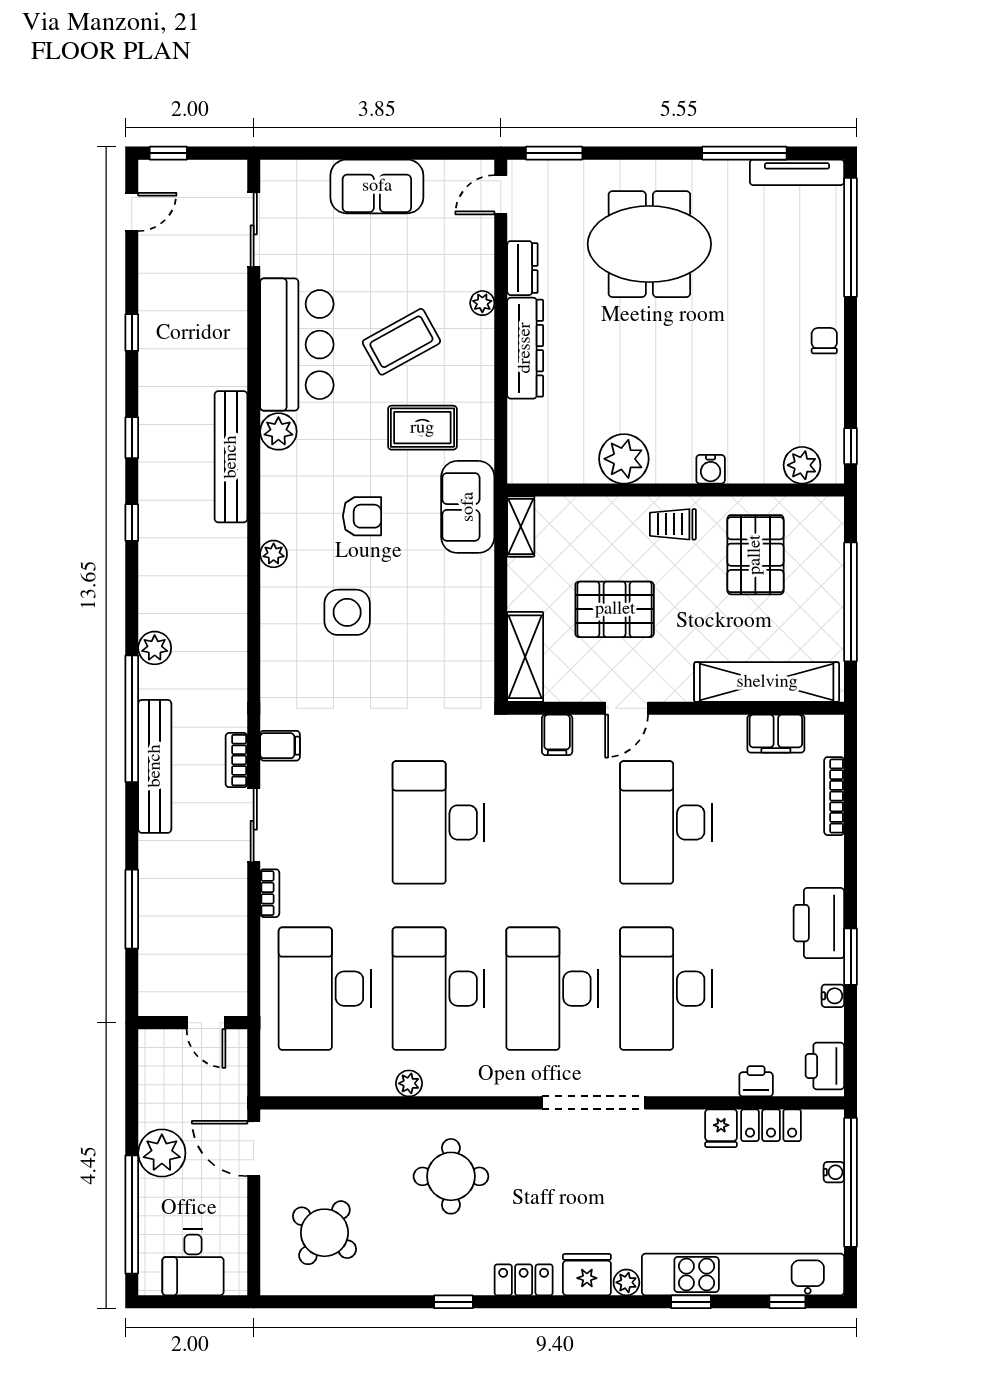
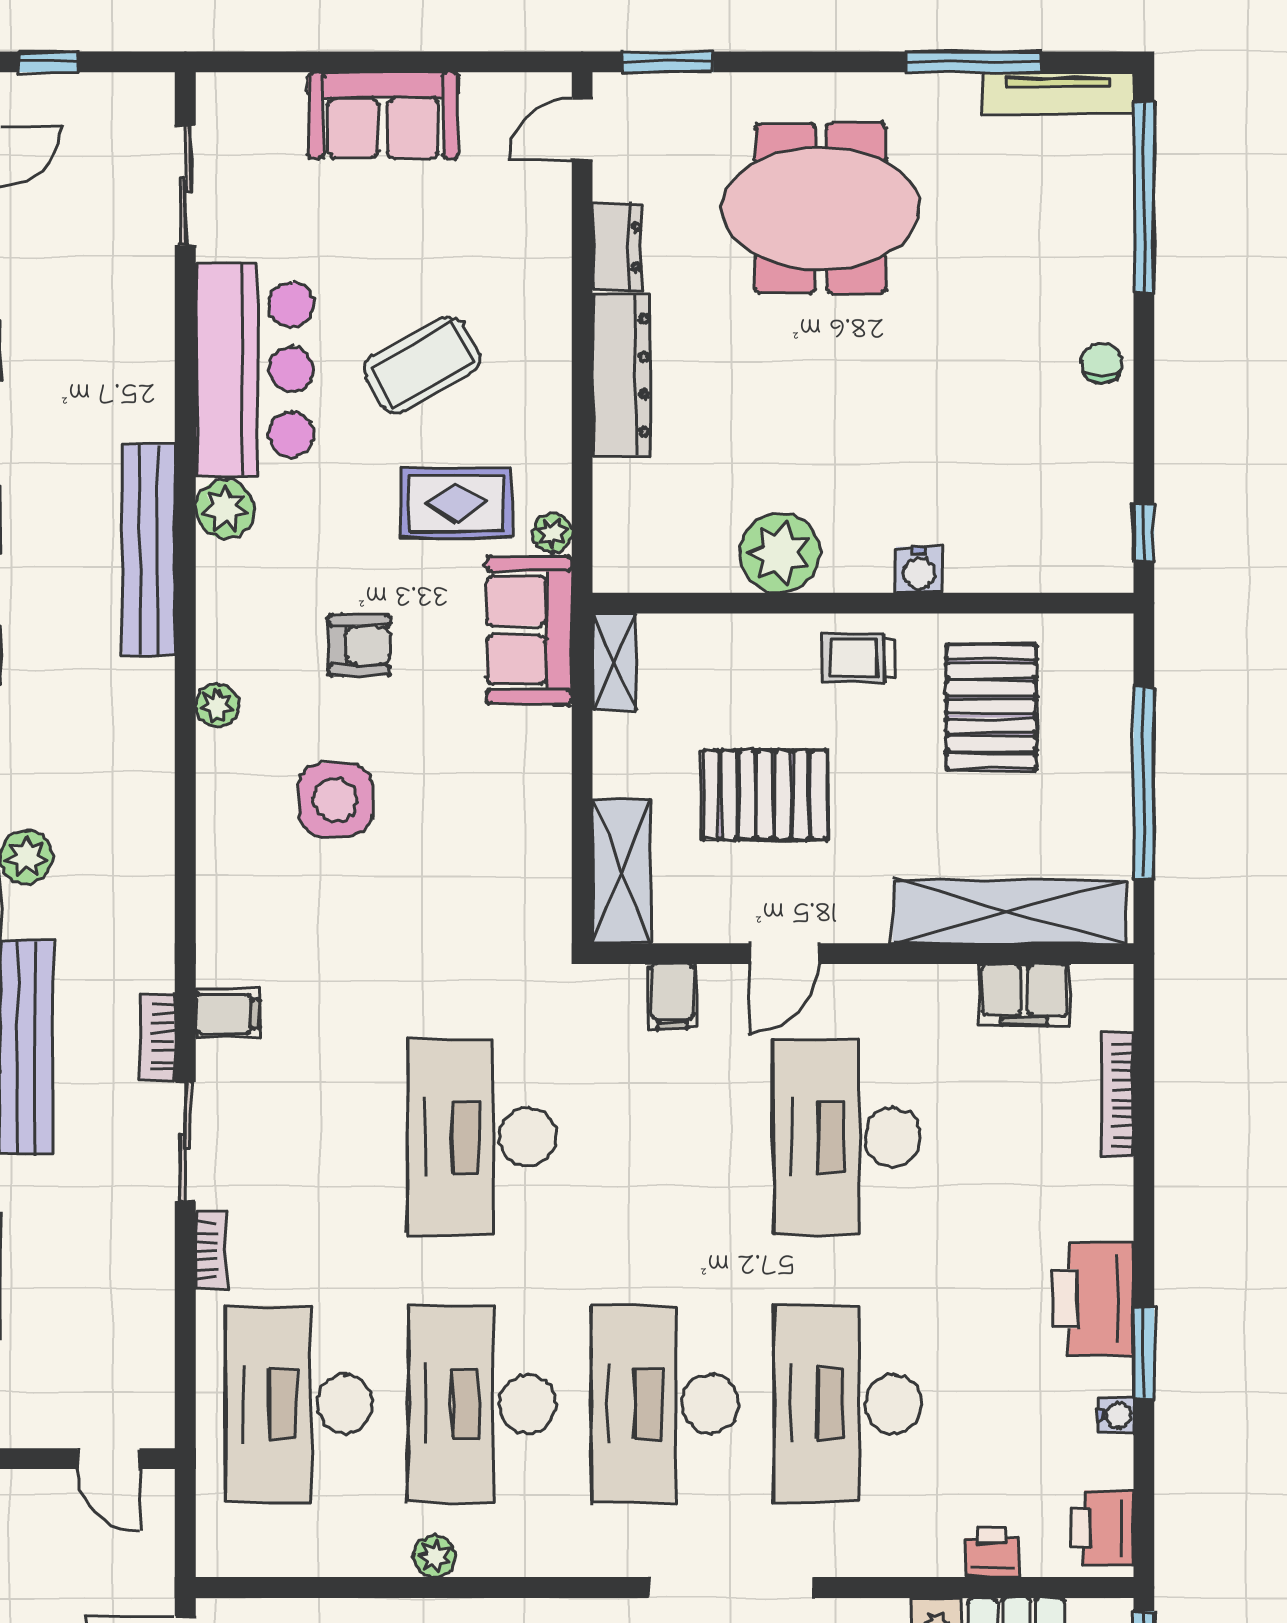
plant: (482, 303) -> (552, 533), moved
plant: (802, 465) -> (1066, 563), removed

